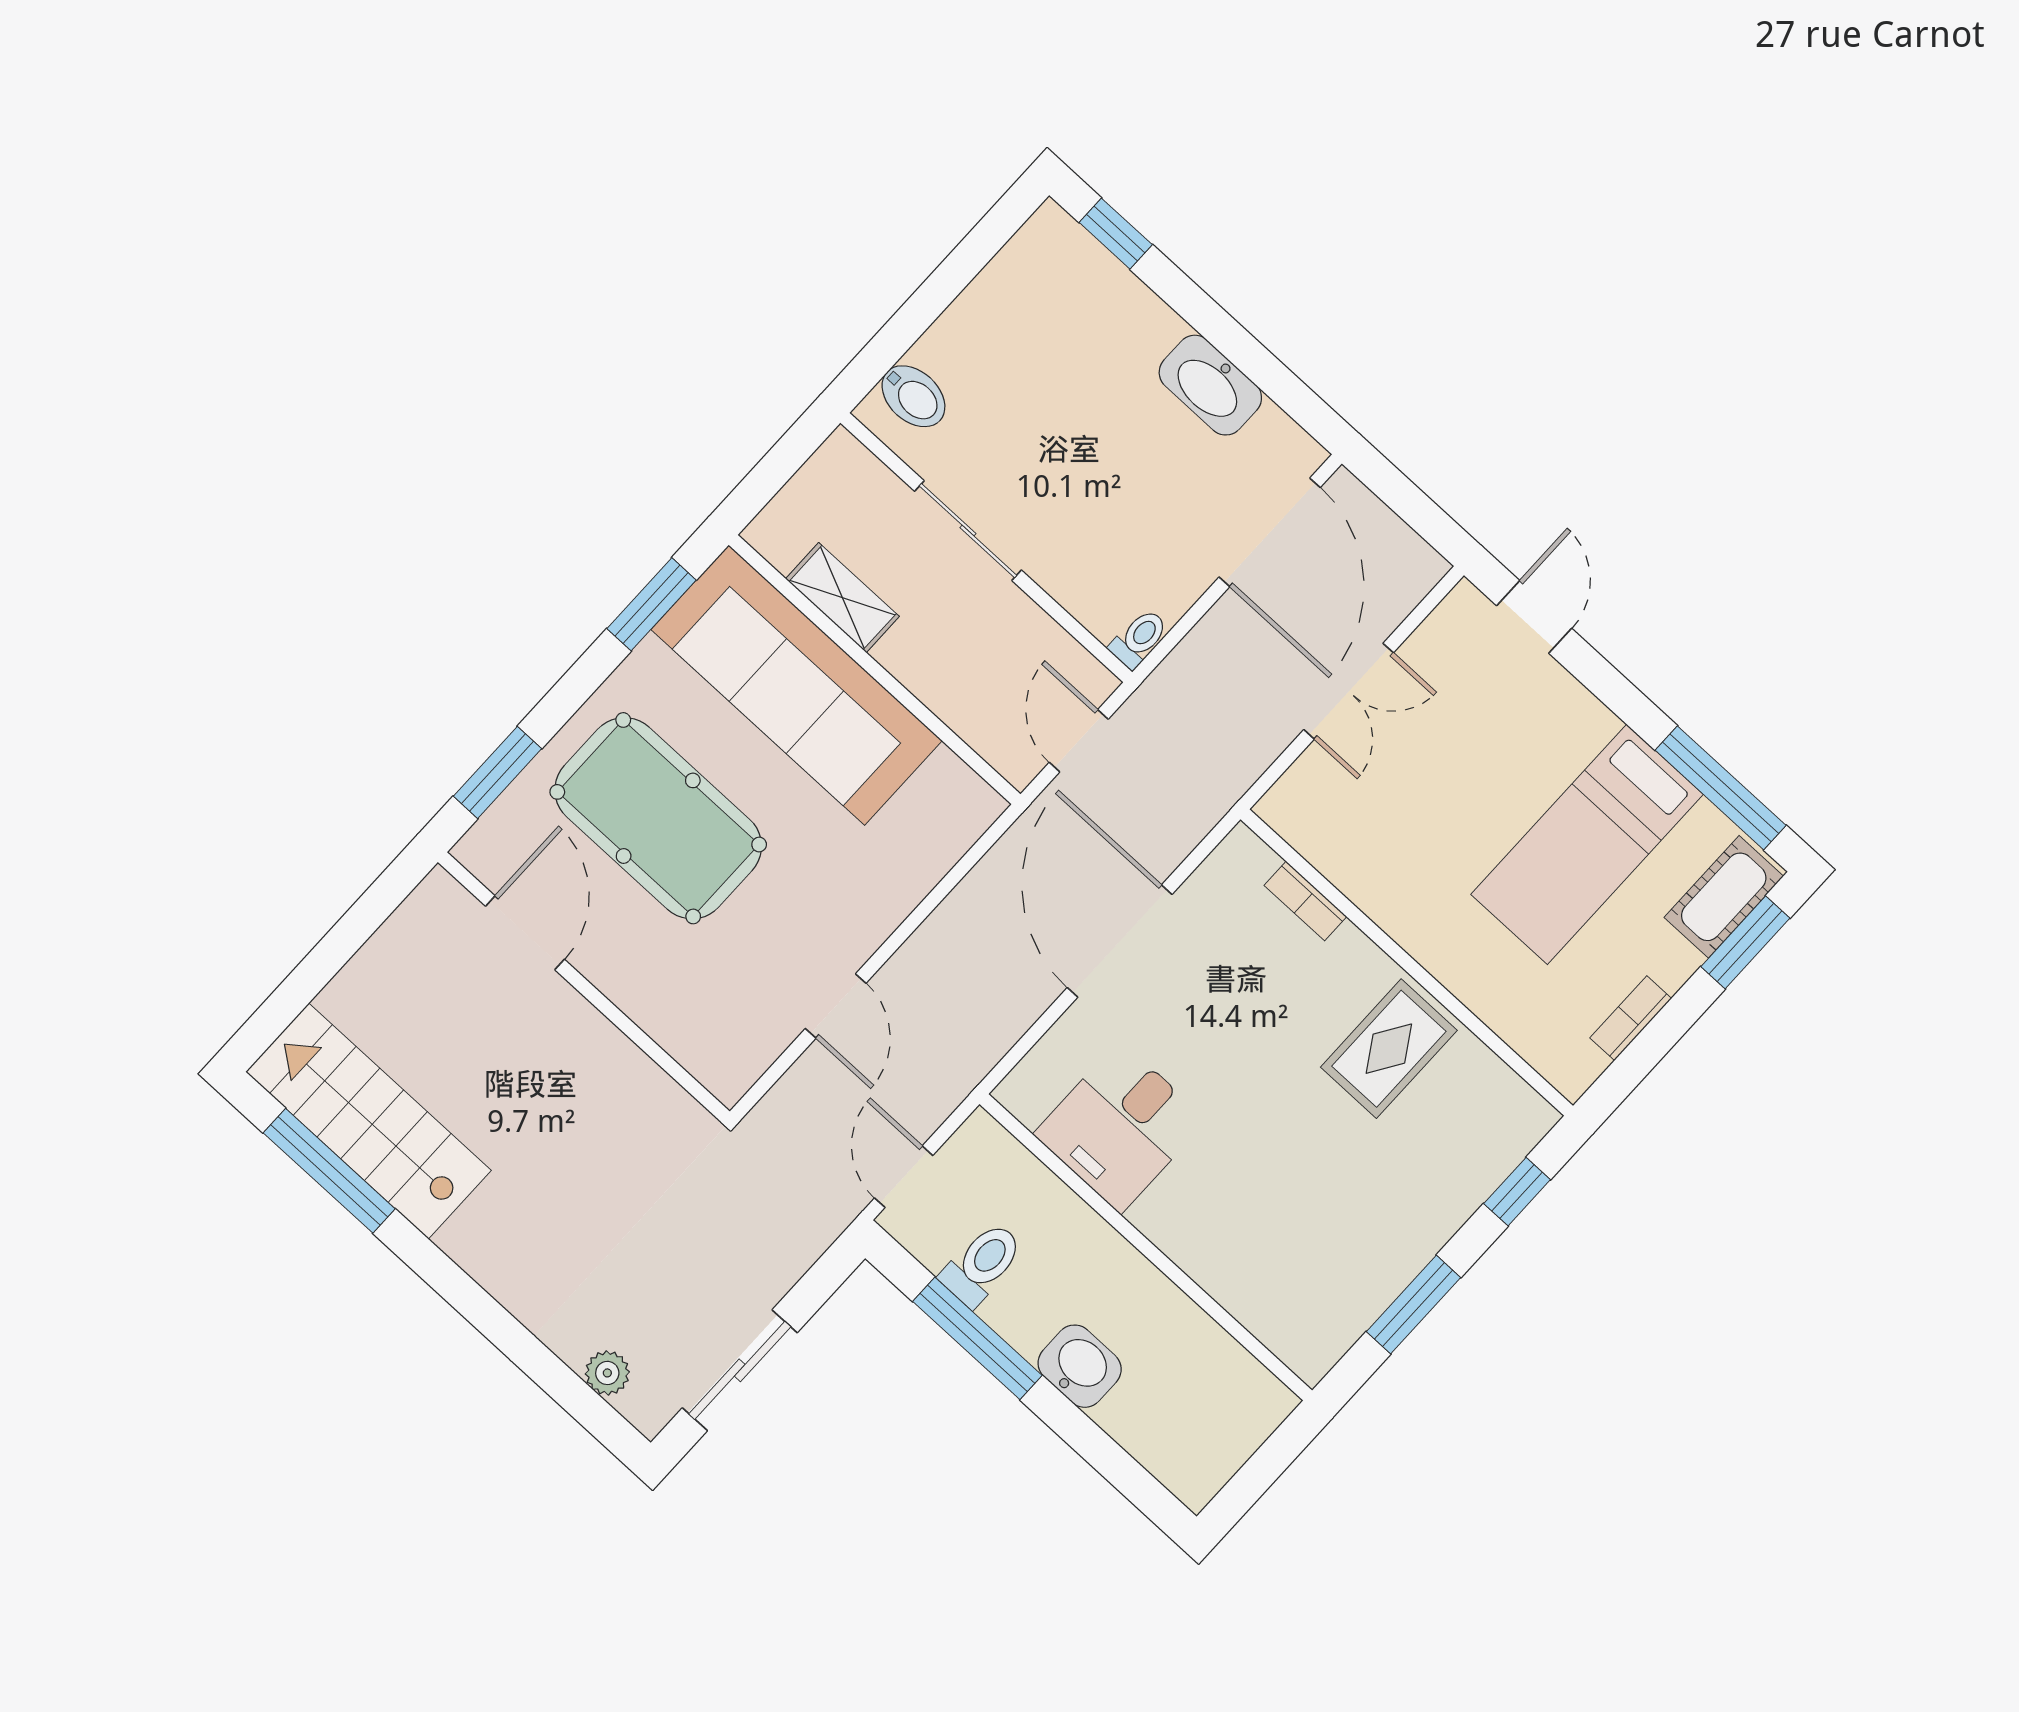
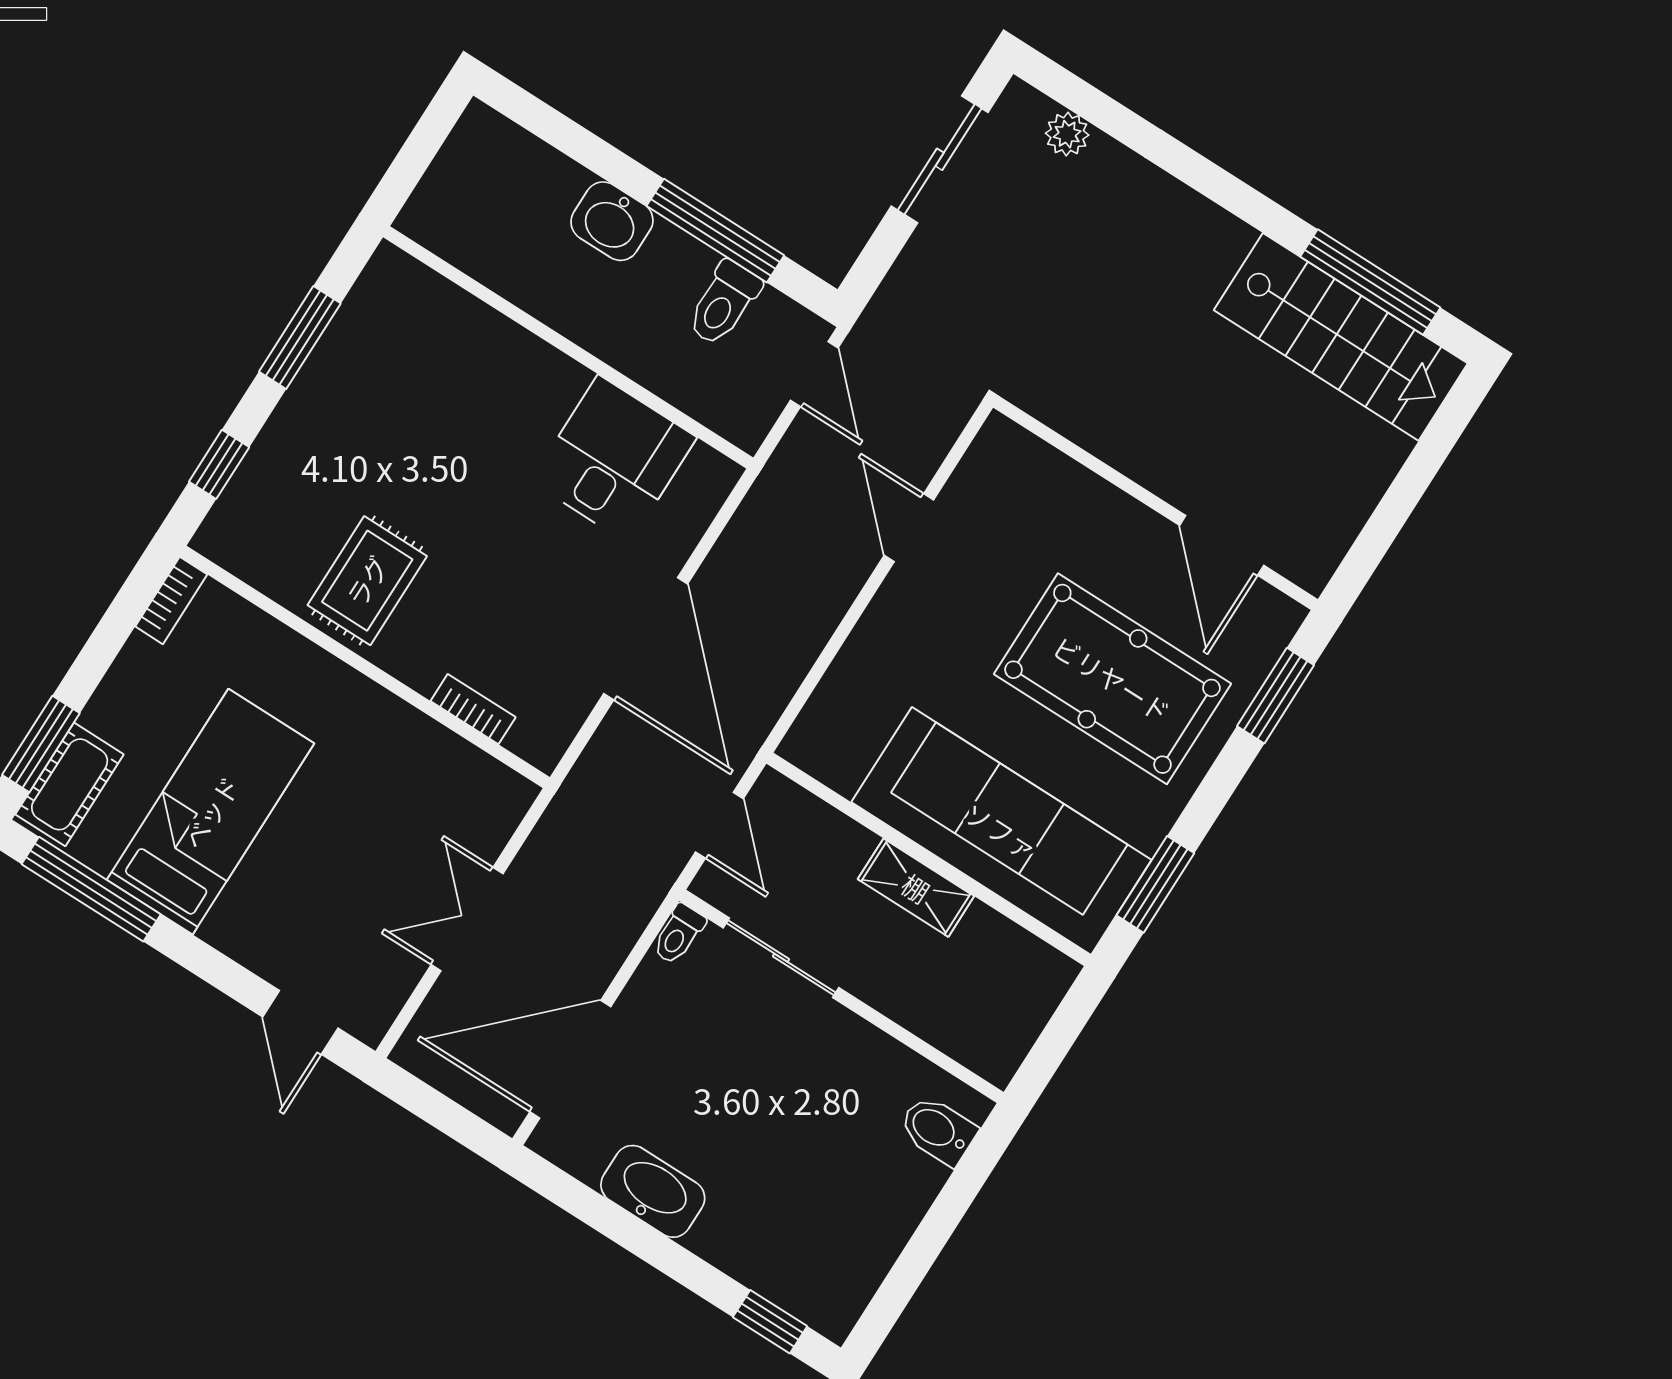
sliding door: (968, 531) -> (781, 958), moved
door: (1270, 532) -> (570, 1059), hinge flipped
shelving: (842, 598) -> (916, 888), moved
bookcase: (1631, 1018) -> (171, 600), moved

